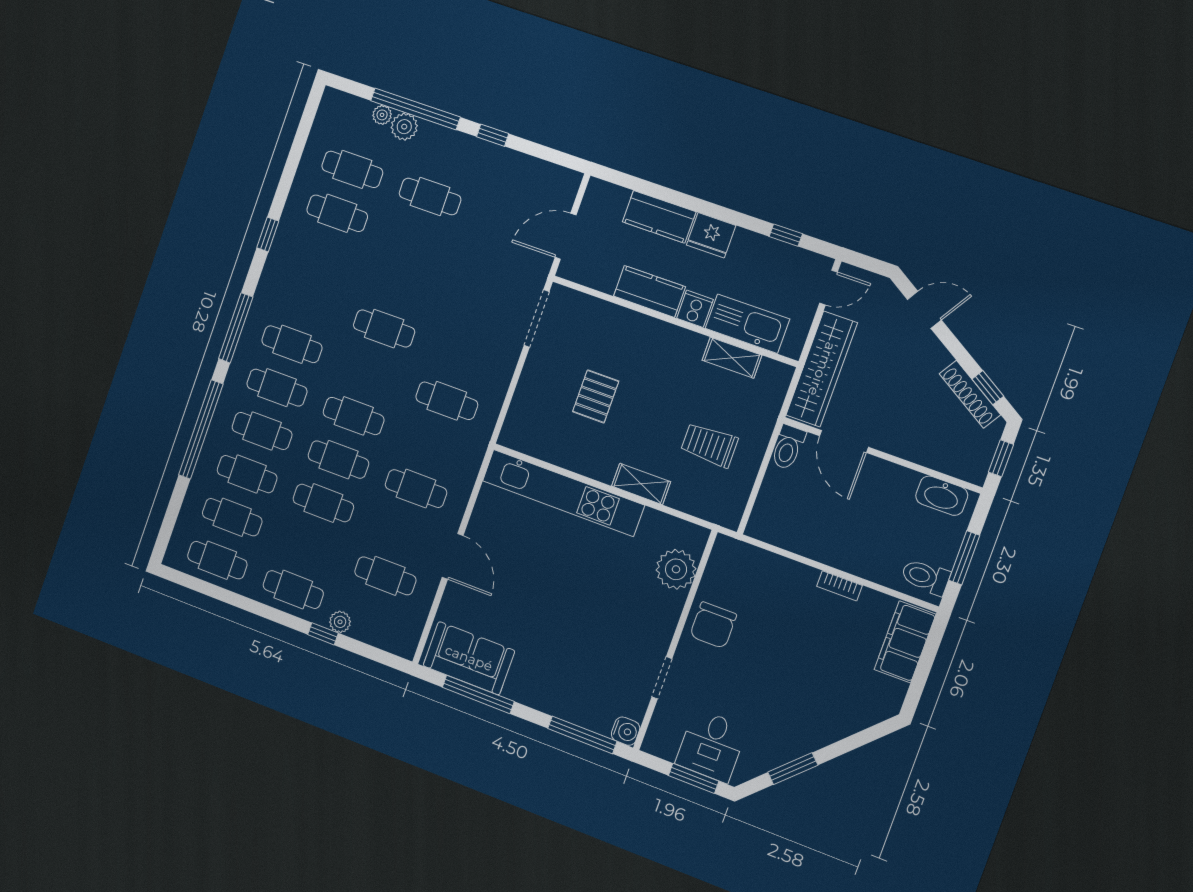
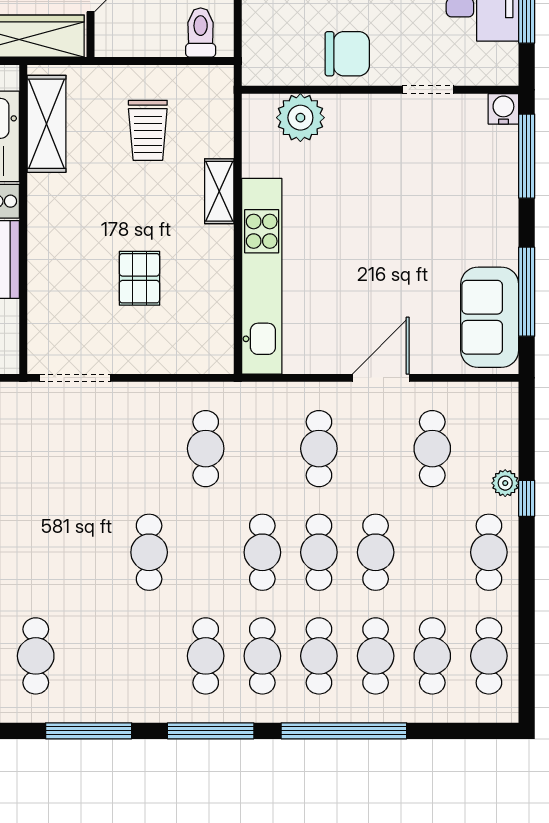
window: (268, 234) -> (89, 731), width x2.17
shelving: (732, 358) -> (47, 124), width x1.50, depth x1.33
pallet: (596, 396) -> (139, 278), turned 90
toilet: (788, 447) -> (201, 32), moved, turned -90

